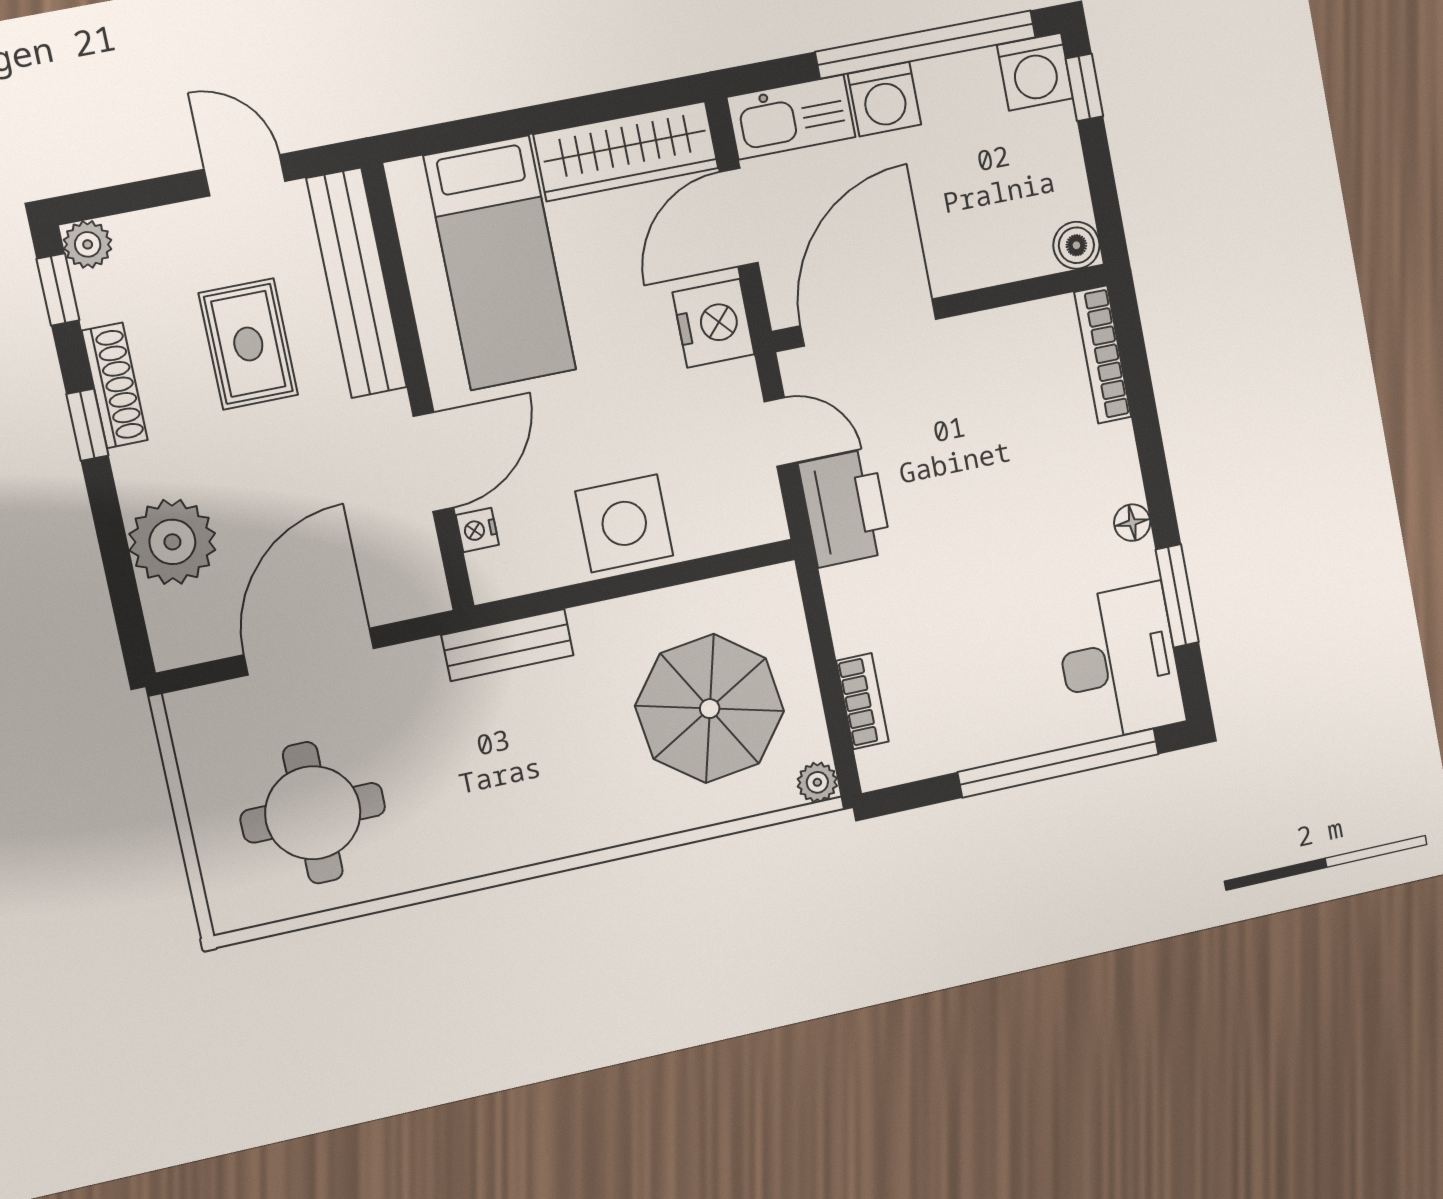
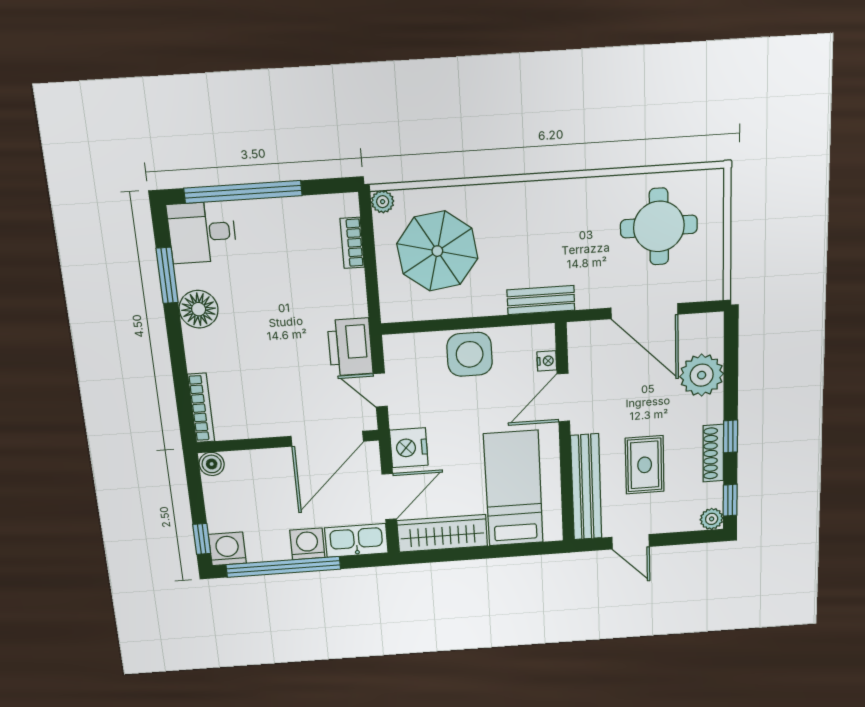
floor lamp: (1132, 523) -> (199, 309), width x1.89, depth x1.89
door: (309, 652) -> (644, 311), hinge flipped
desk: (1119, 663) -> (202, 232), width x0.73

